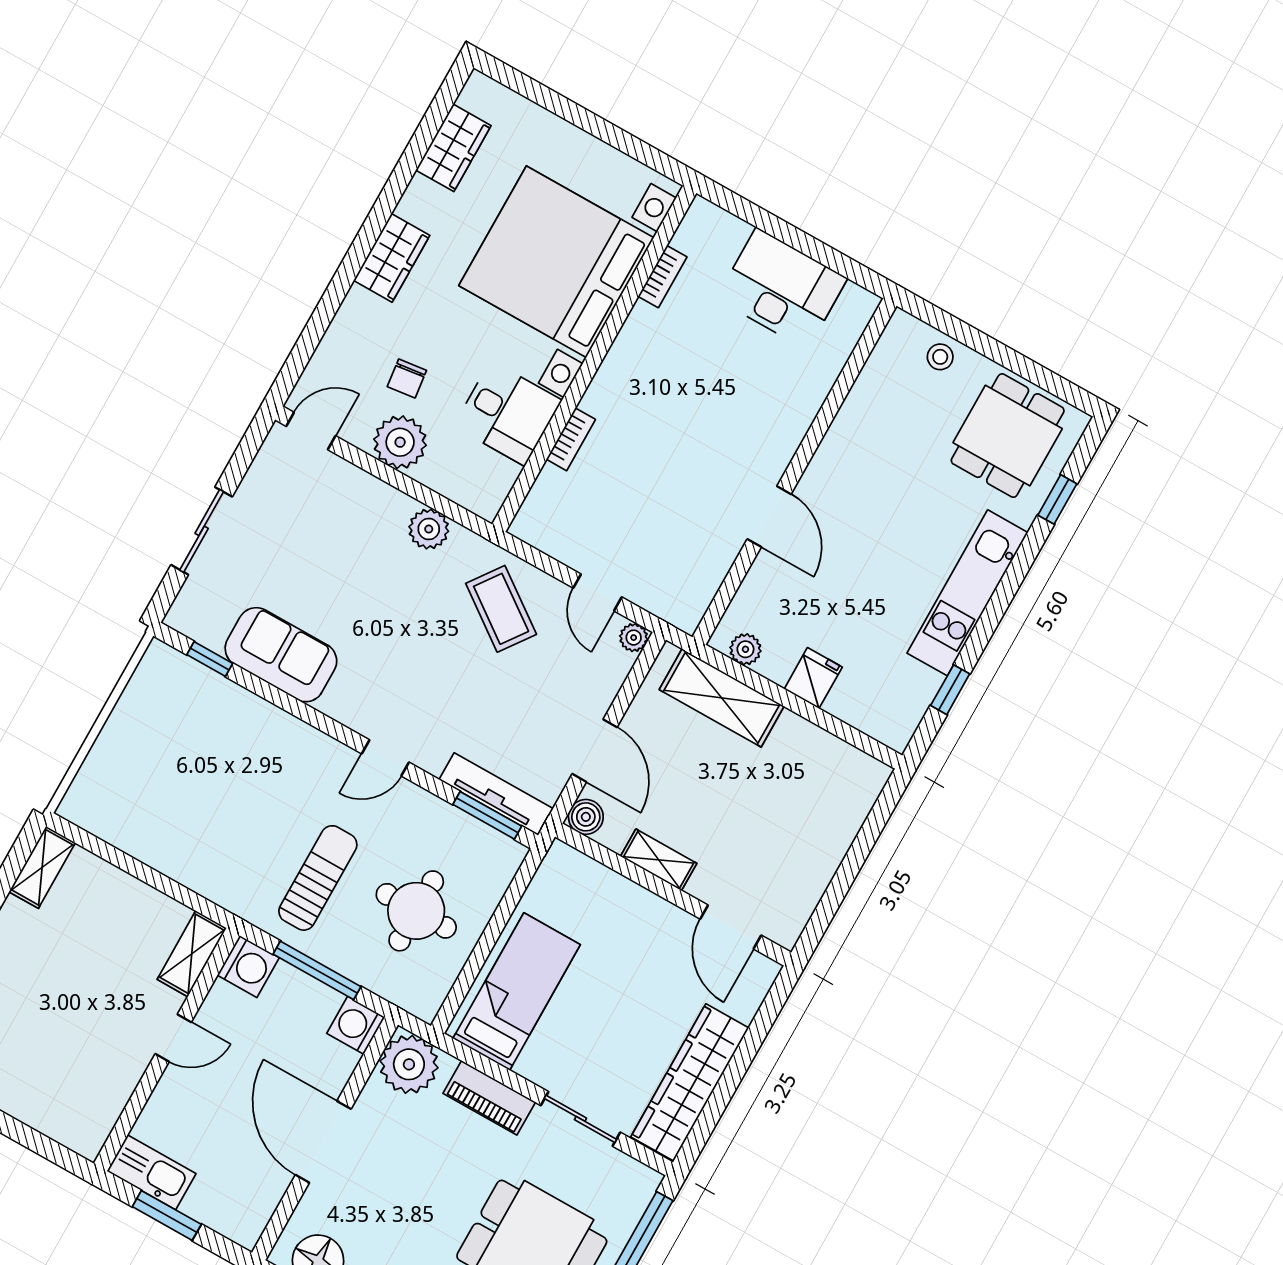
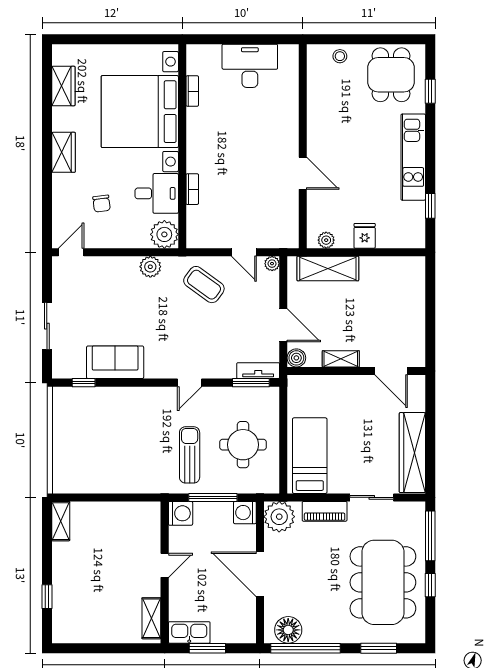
plant: (400, 442) -> (164, 234), moved
tv unit: (496, 794) -> (258, 371), width x0.71
shelving: (192, 954) -> (151, 618), moved

